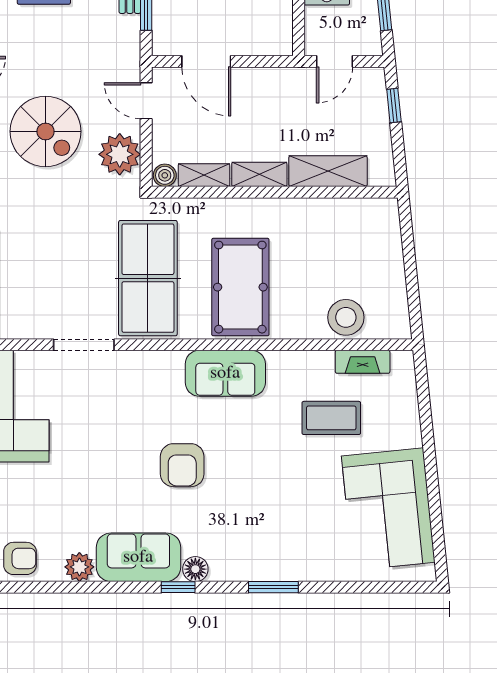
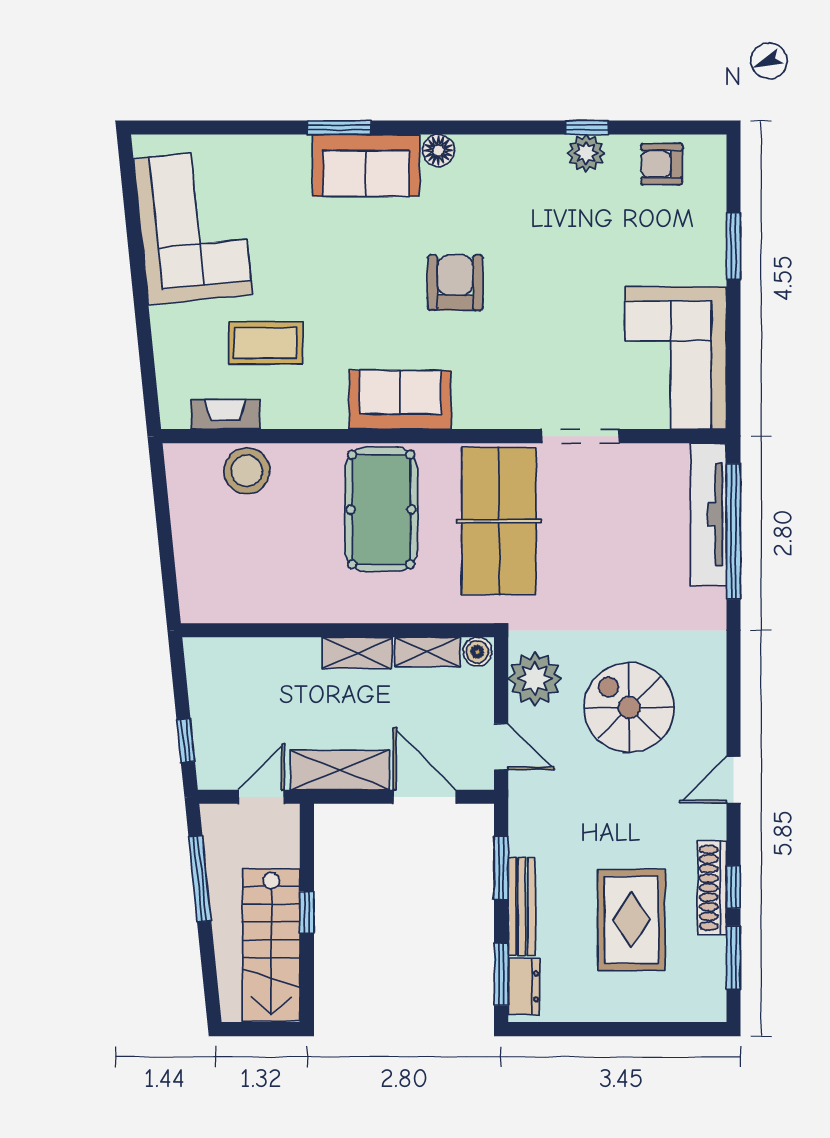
shelving: (328, 171) -> (340, 770), moved
sofa: (138, 557) -> (366, 165), moved
window: (178, 587) -> (587, 127), moved

